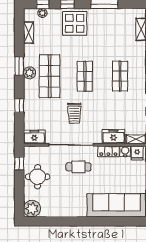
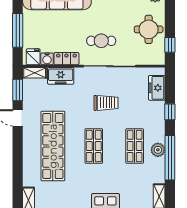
window: (19, 66) -> (170, 158), width x2.11
shop shelf: (50, 76) -> (135, 146), width x0.70, depth x0.74
shop shelf: (120, 76) -> (53, 146), width x2.00, depth x1.36
trolley: (74, 113) -> (106, 103), turned 90
freezer: (34, 137) -> (157, 88), moved, turned 90

